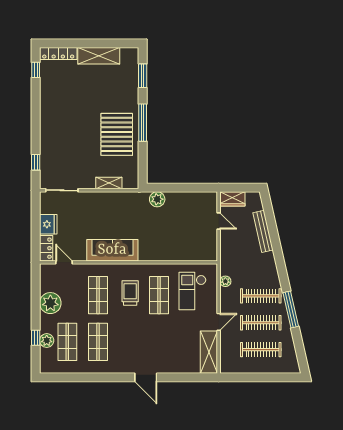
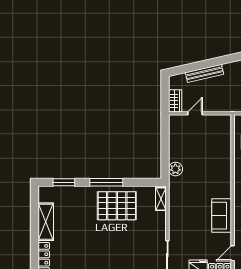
shelving: (109, 183) -> (161, 199), moved
sofa: (112, 250) -> (222, 216), width x0.73

